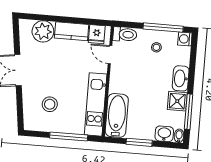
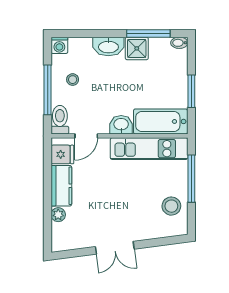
window: (163, 28) -> (48, 90), moved
plant: (43, 31) -> (58, 215), width x0.53, depth x0.53
stool: (50, 104) -> (171, 206), moved
washbasin: (164, 134) -> (121, 125), moved, turned 90

